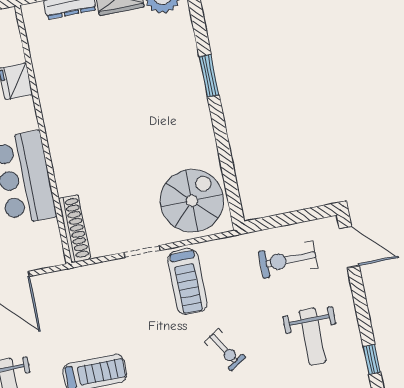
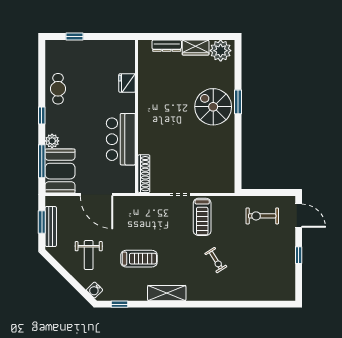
spiral stairs: (192, 201) -> (213, 107), moved, turned -90
weight bench: (312, 336) -> (267, 263), removed
window: (372, 359) -> (299, 255), moved

